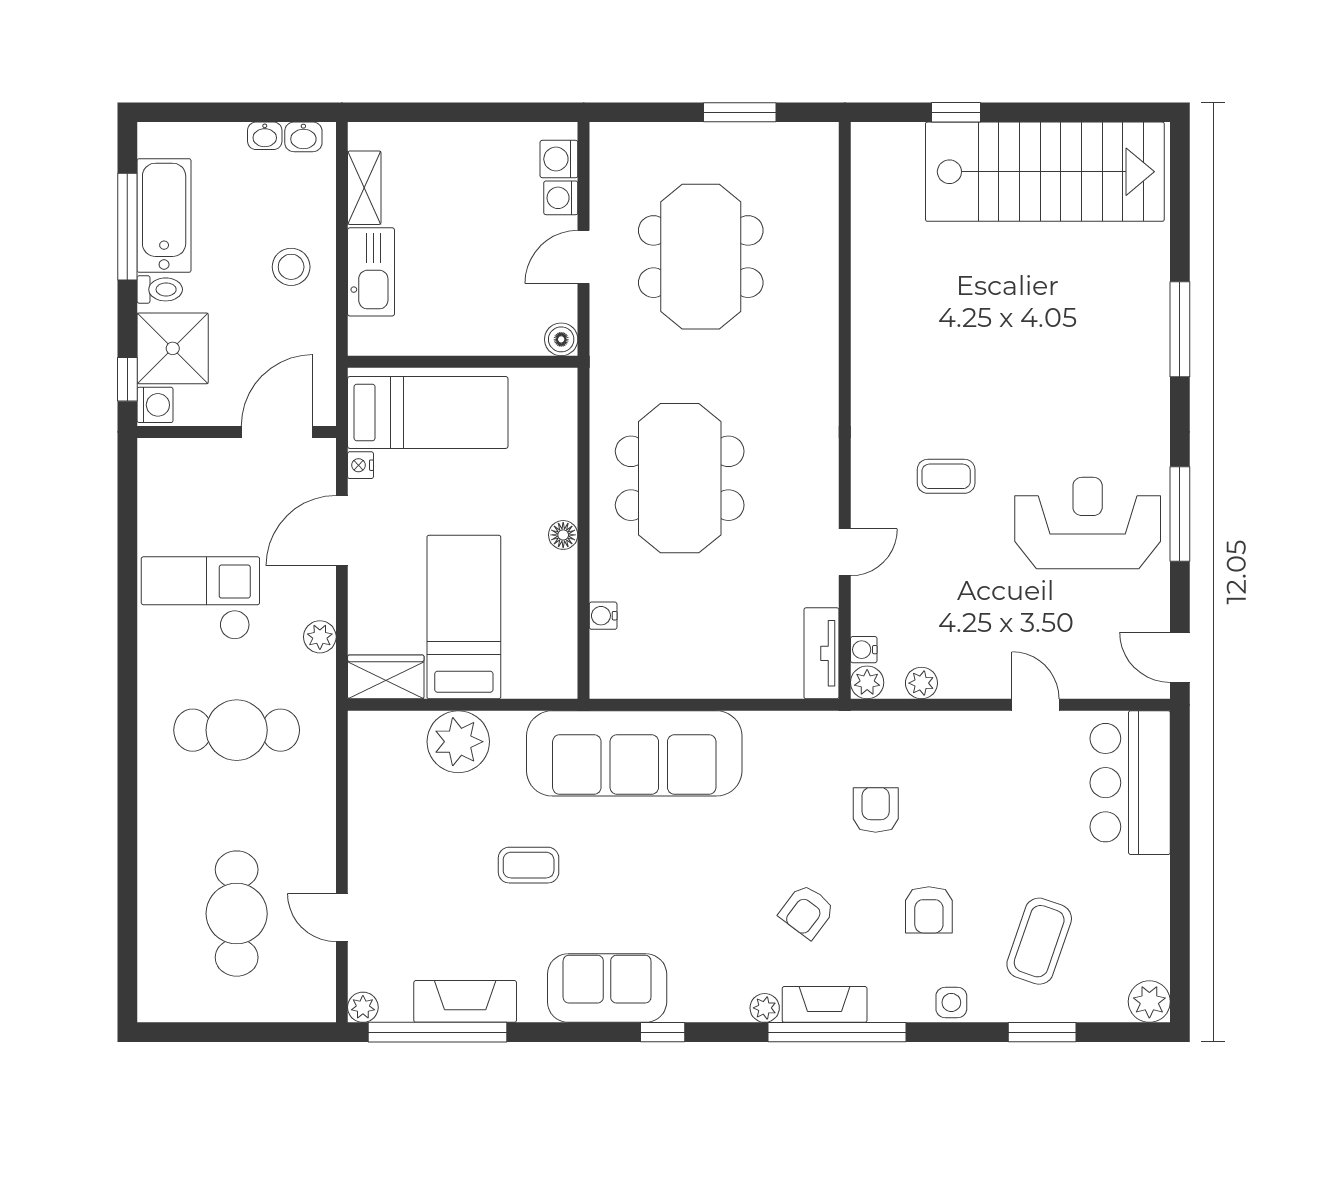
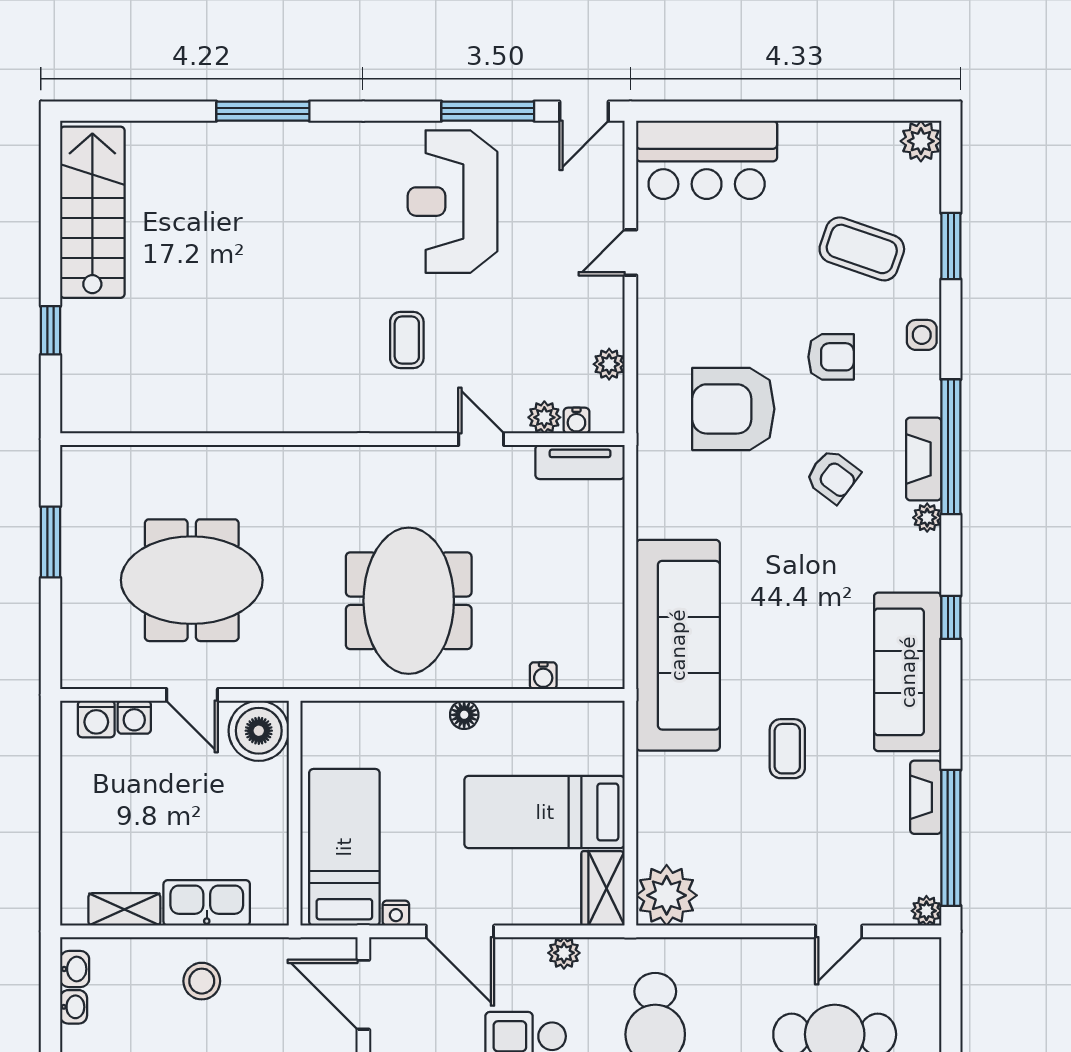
stairs: (1045, 172) -> (92, 212), width x0.73, depth x0.66
boiler: (561, 339) -> (259, 731), width x1.86, depth x1.86
meeting table: (680, 478) -> (409, 601), turned 90
window: (1180, 514) -> (488, 111), moved
plant: (867, 682) -> (544, 417), moved
plant: (458, 742) -> (667, 895), moved
armchair: (876, 810) -> (733, 409), width x1.88, depth x1.88
sofa: (607, 988) -> (908, 672), width x1.36
fireplace: (465, 1001) -> (926, 797), width x0.73, depth x0.76

